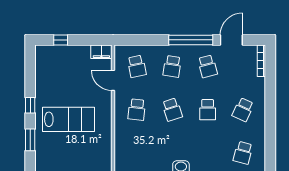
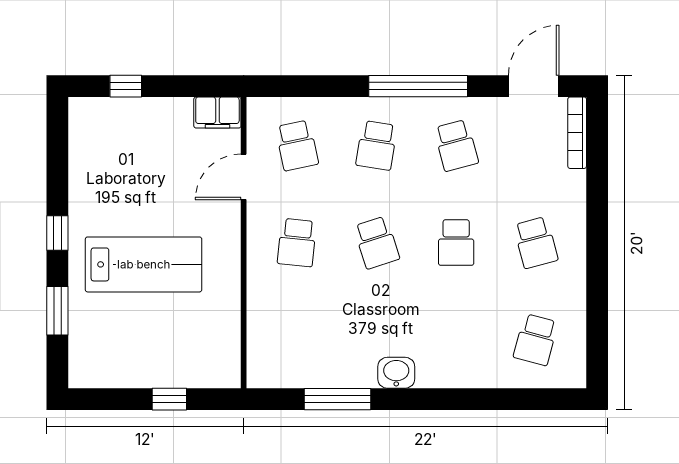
door: (231, 40) -> (534, 86), moved
door: (113, 80) -> (244, 177), hinge flipped
school desk: (243, 110) -> (536, 243), turned -39

